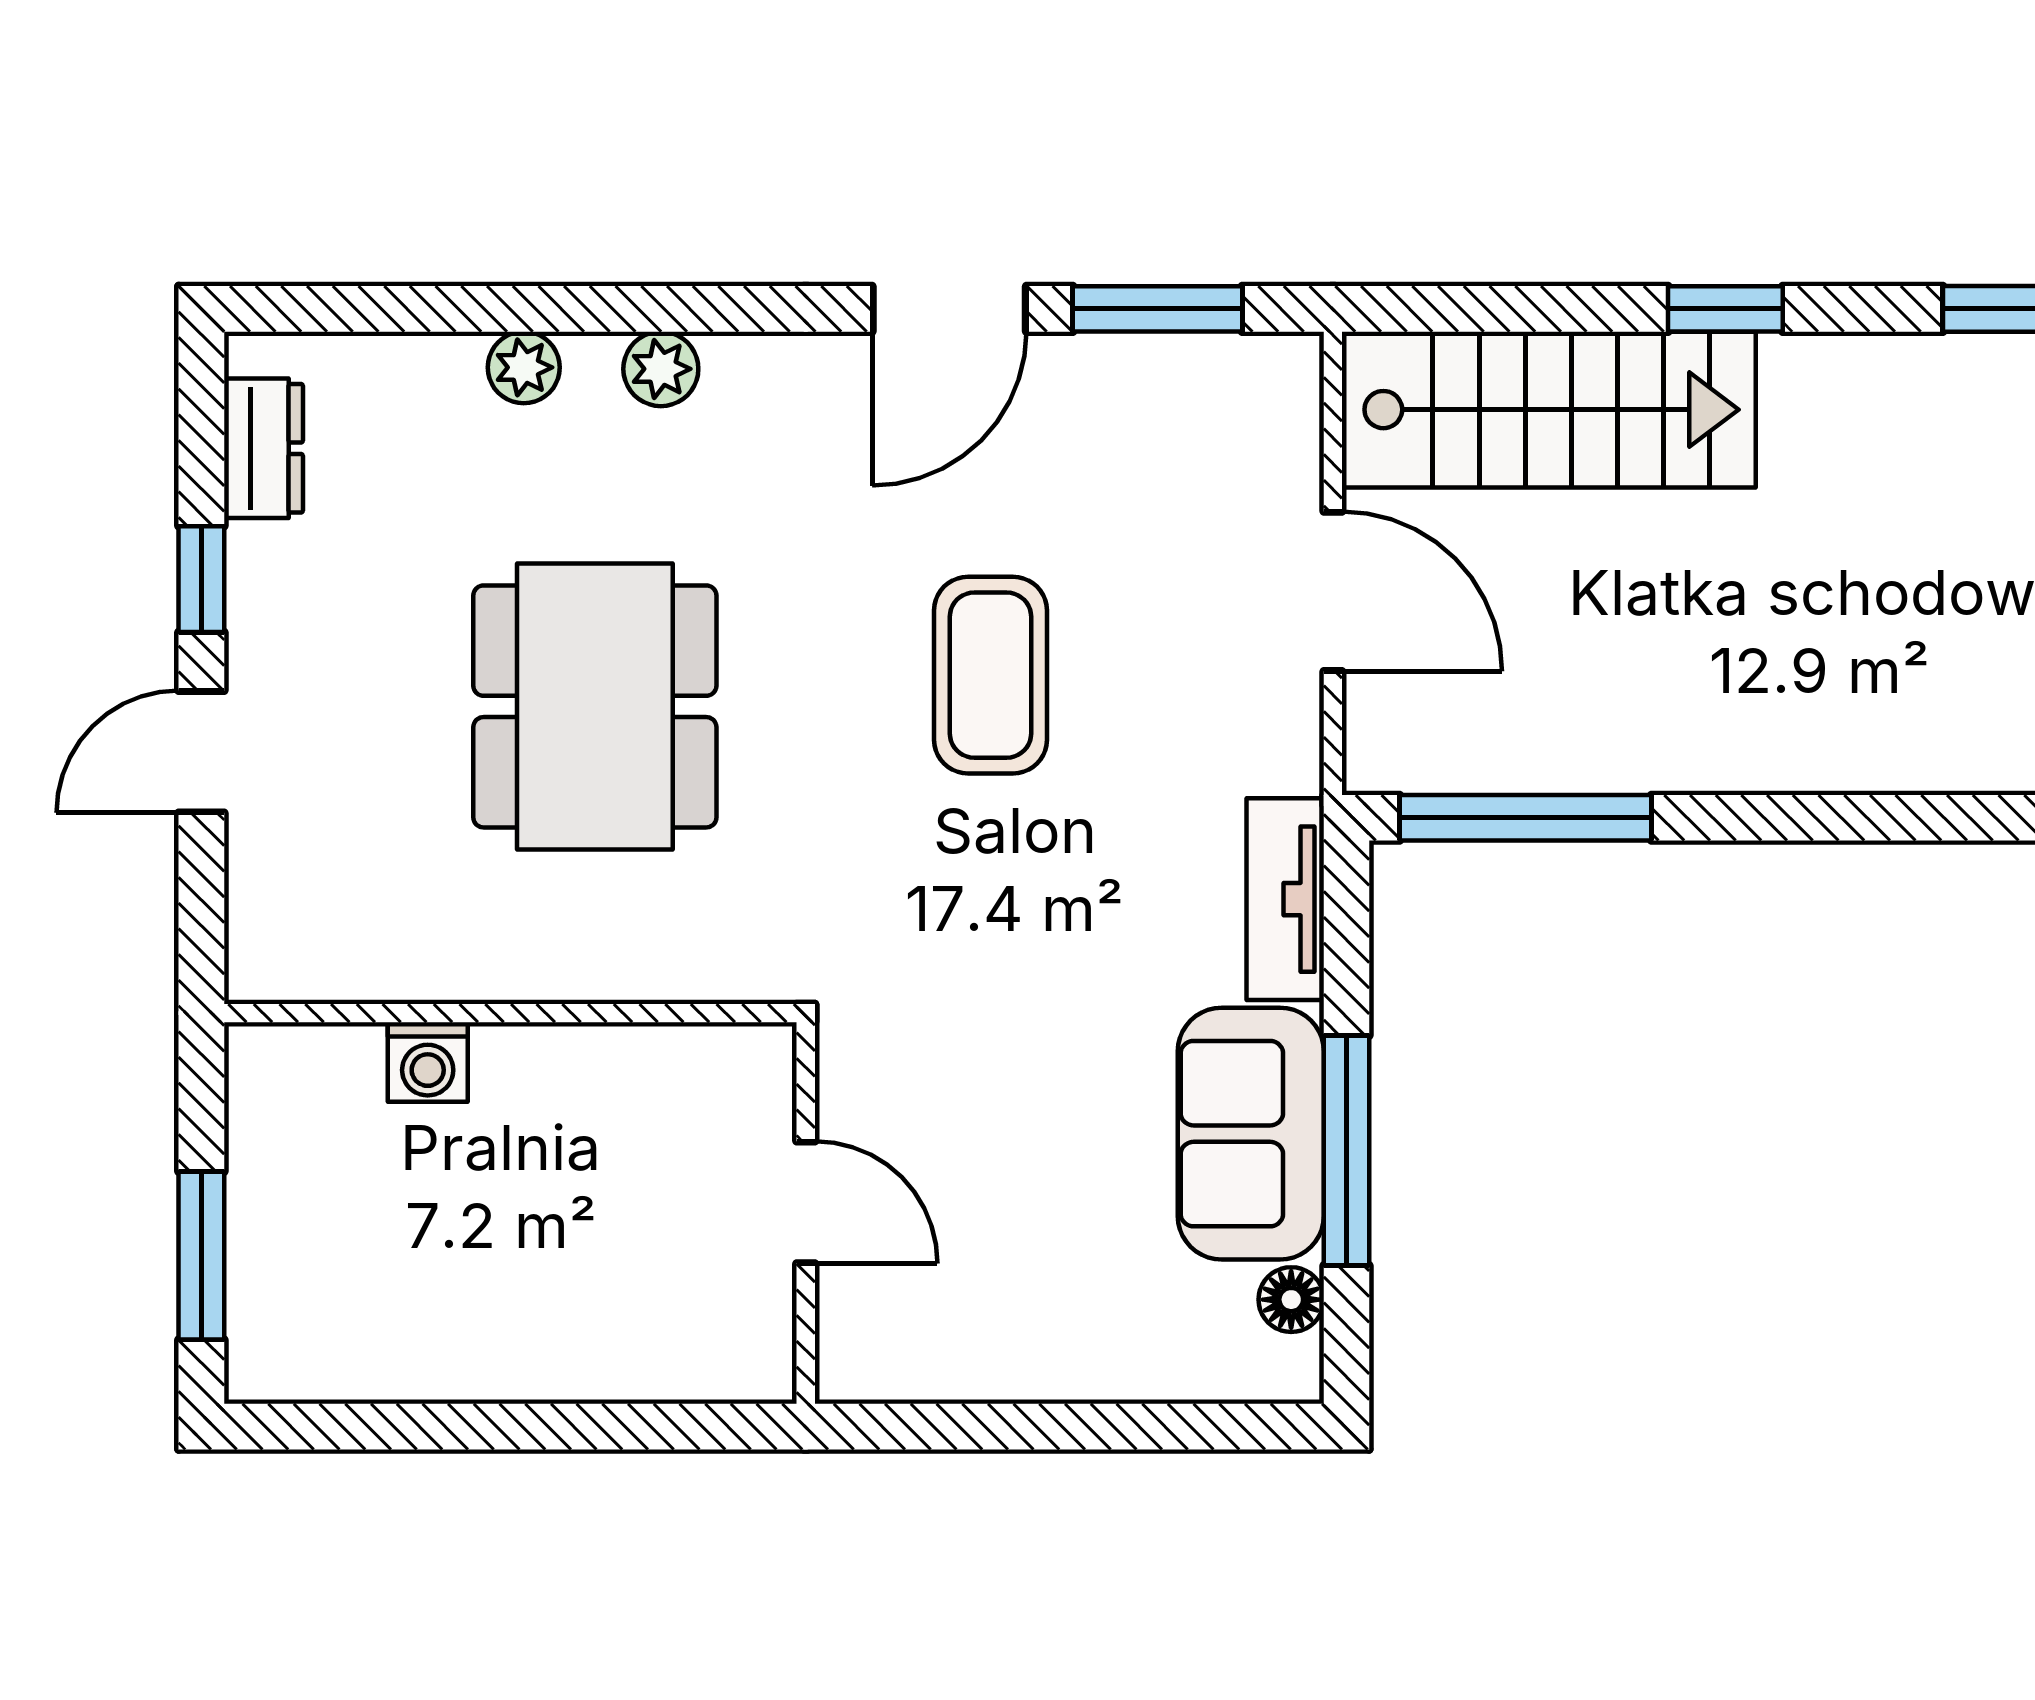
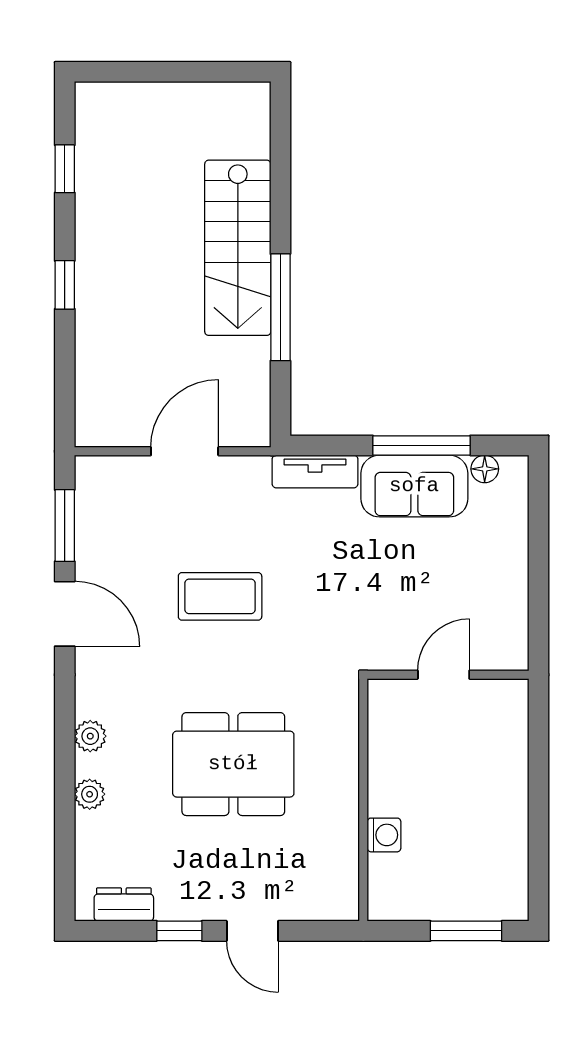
stairs: (1549, 410) -> (238, 248), moved, turned 180
window: (1526, 818) -> (280, 307), moved

